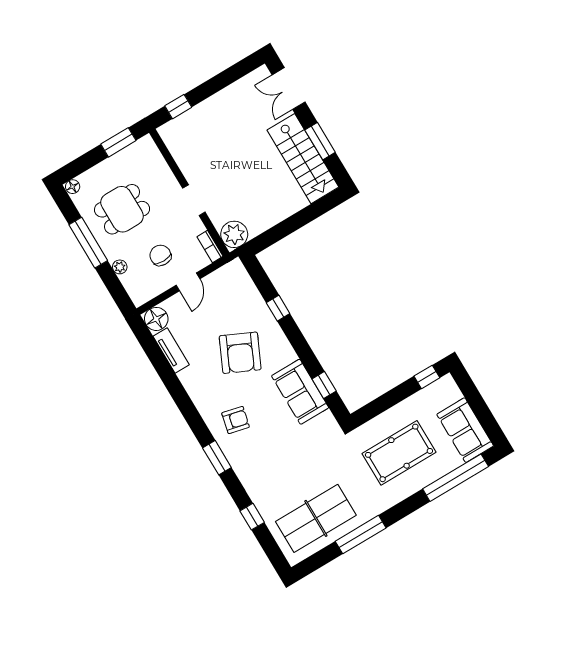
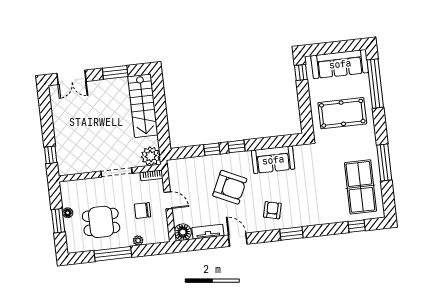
window: (118, 142) -> (58, 221), moved
stairs: (303, 159) -> (143, 106), moved, turned 90
floor lamp: (73, 187) -> (68, 213), moved
doorway: (194, 200) -> (116, 172), width x1.38
dining table: (122, 209) -> (101, 222), turned 90
window: (324, 385) -> (236, 146), moved
door: (178, 393) -> (238, 240), added
sofa: (465, 430) -> (340, 64), width x1.36
pool table: (399, 453) -> (342, 113), turned 90
window: (252, 517) -> (357, 226), moved

